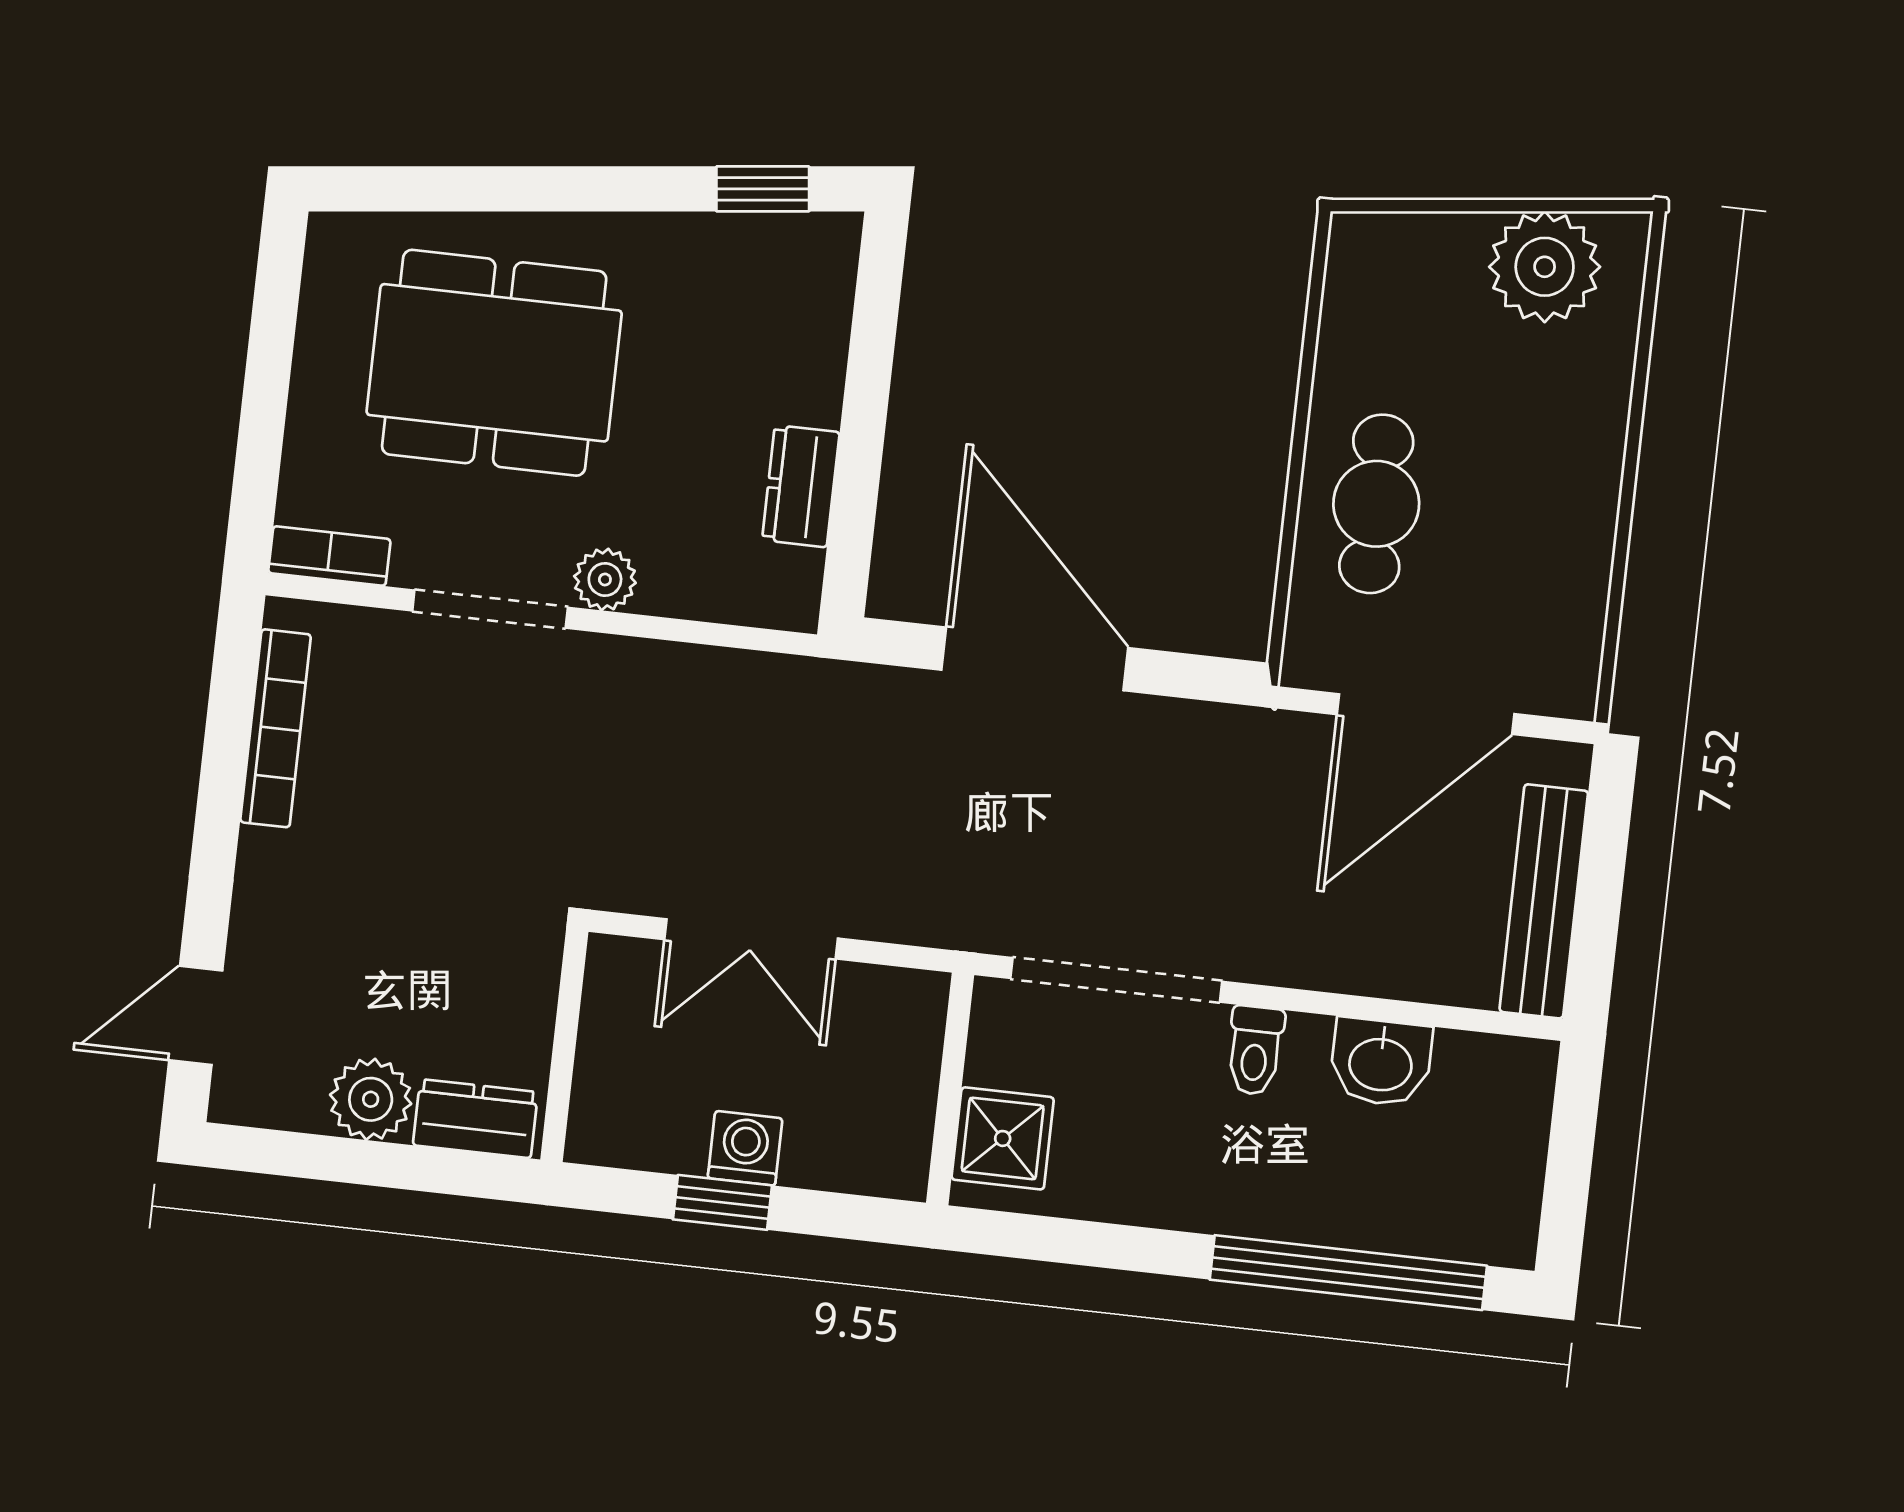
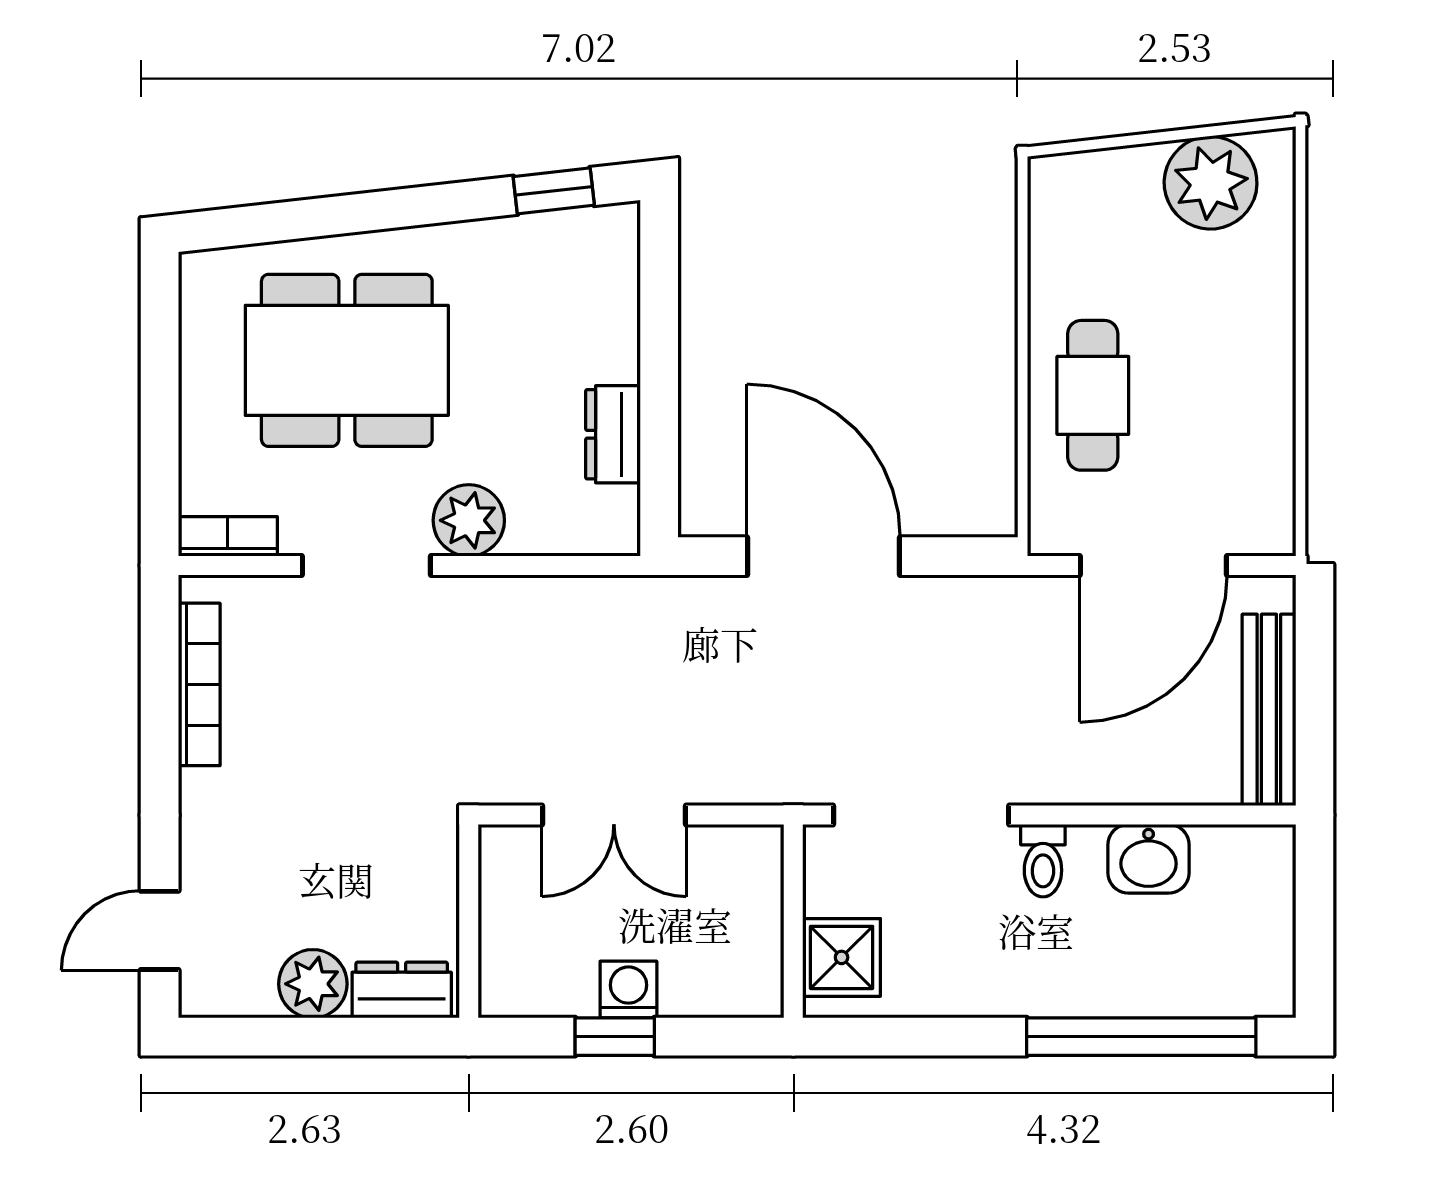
plant: (605, 579) -> (469, 520), width x1.38, depth x1.38

